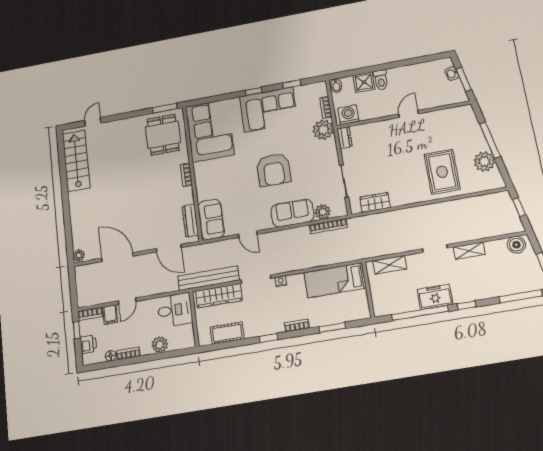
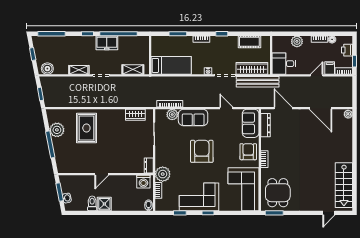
toilet: (381, 80) -> (92, 203), moved
shower: (364, 82) -> (104, 204), moved
armchair: (210, 181) -> (248, 152), added

